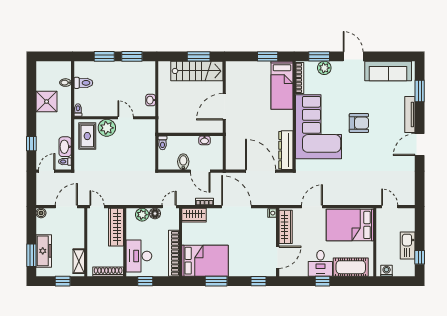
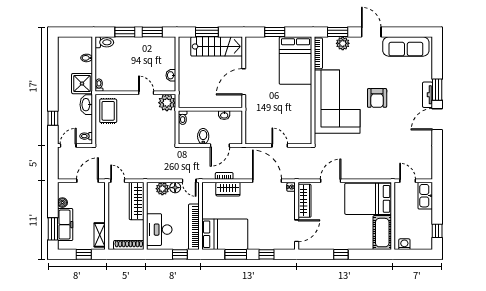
window: (199, 56) -> (207, 32), moved
window: (268, 56) -> (275, 32), moved
toilet: (83, 83) -> (104, 42), moved
bed: (282, 85) -> (295, 61), width x1.50
window: (420, 91) -> (437, 90), moved
shower: (47, 102) -> (82, 84), moved
tv unit: (410, 114) -> (428, 95), width x0.71
armchair: (359, 123) -> (377, 98), turned 90
plant: (107, 128) -> (167, 103), moved
washbasin: (65, 147) -> (86, 105), moved
dresser: (286, 150) -> (305, 125), removed
door: (200, 171) -> (220, 146), hinge flipped
door: (261, 171) -> (280, 146), width x0.53
door: (169, 207) -> (189, 181), swing flipped
door: (236, 207) -> (267, 181), moved
boiler: (41, 213) -> (62, 203), moved
wardrobe: (194, 215) -> (228, 189), moved
kitchen sink: (408, 245) -> (425, 196), moved
desk: (320, 263) -> (339, 237), removed
cot: (351, 267) -> (382, 233), moved, turned 90
window: (145, 281) -> (180, 254), moved
window: (259, 281) -> (267, 254), moved

